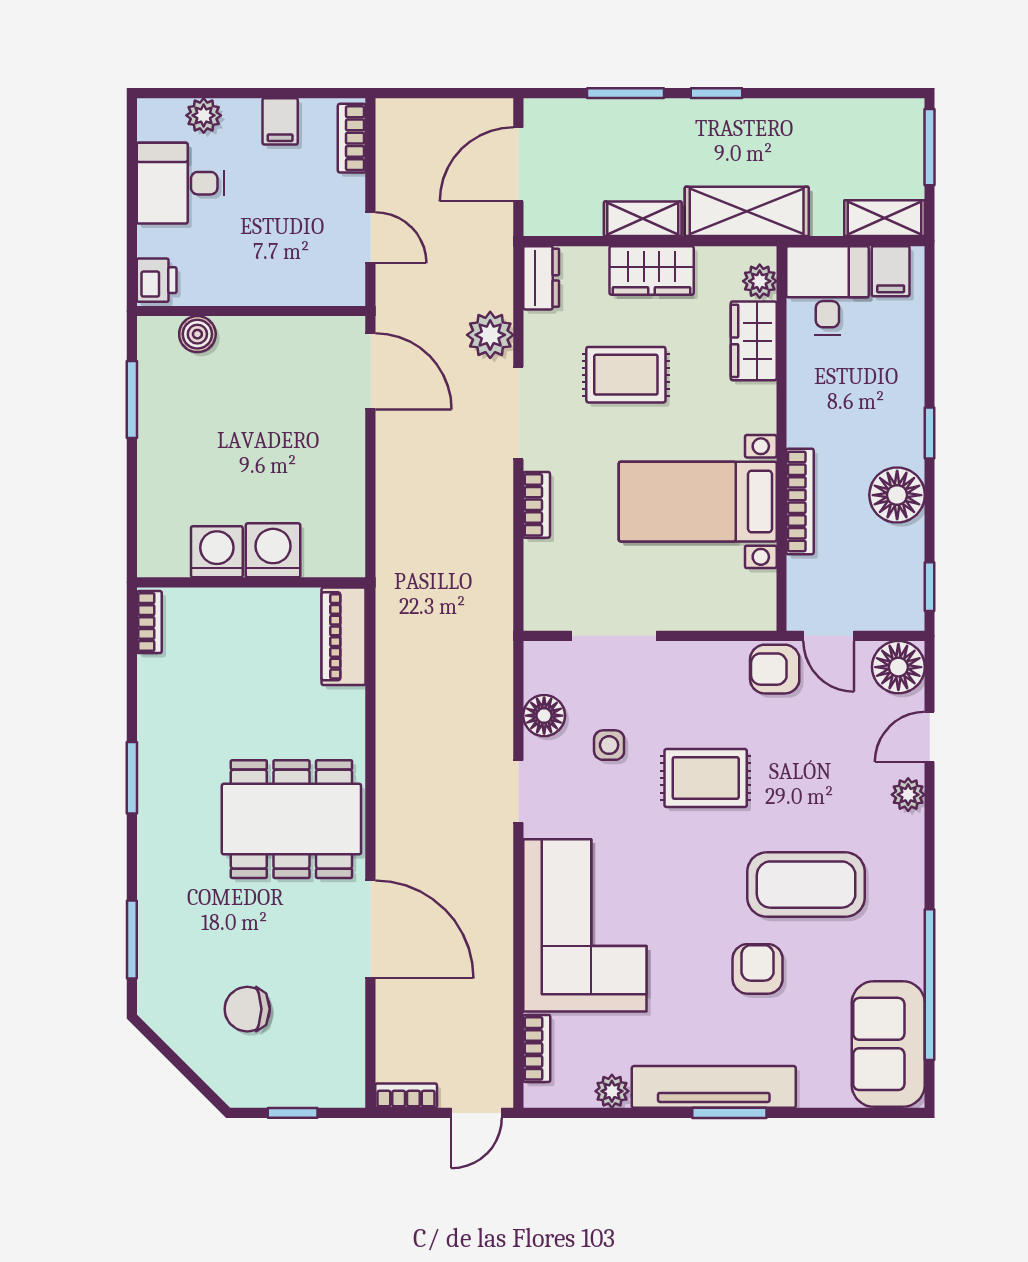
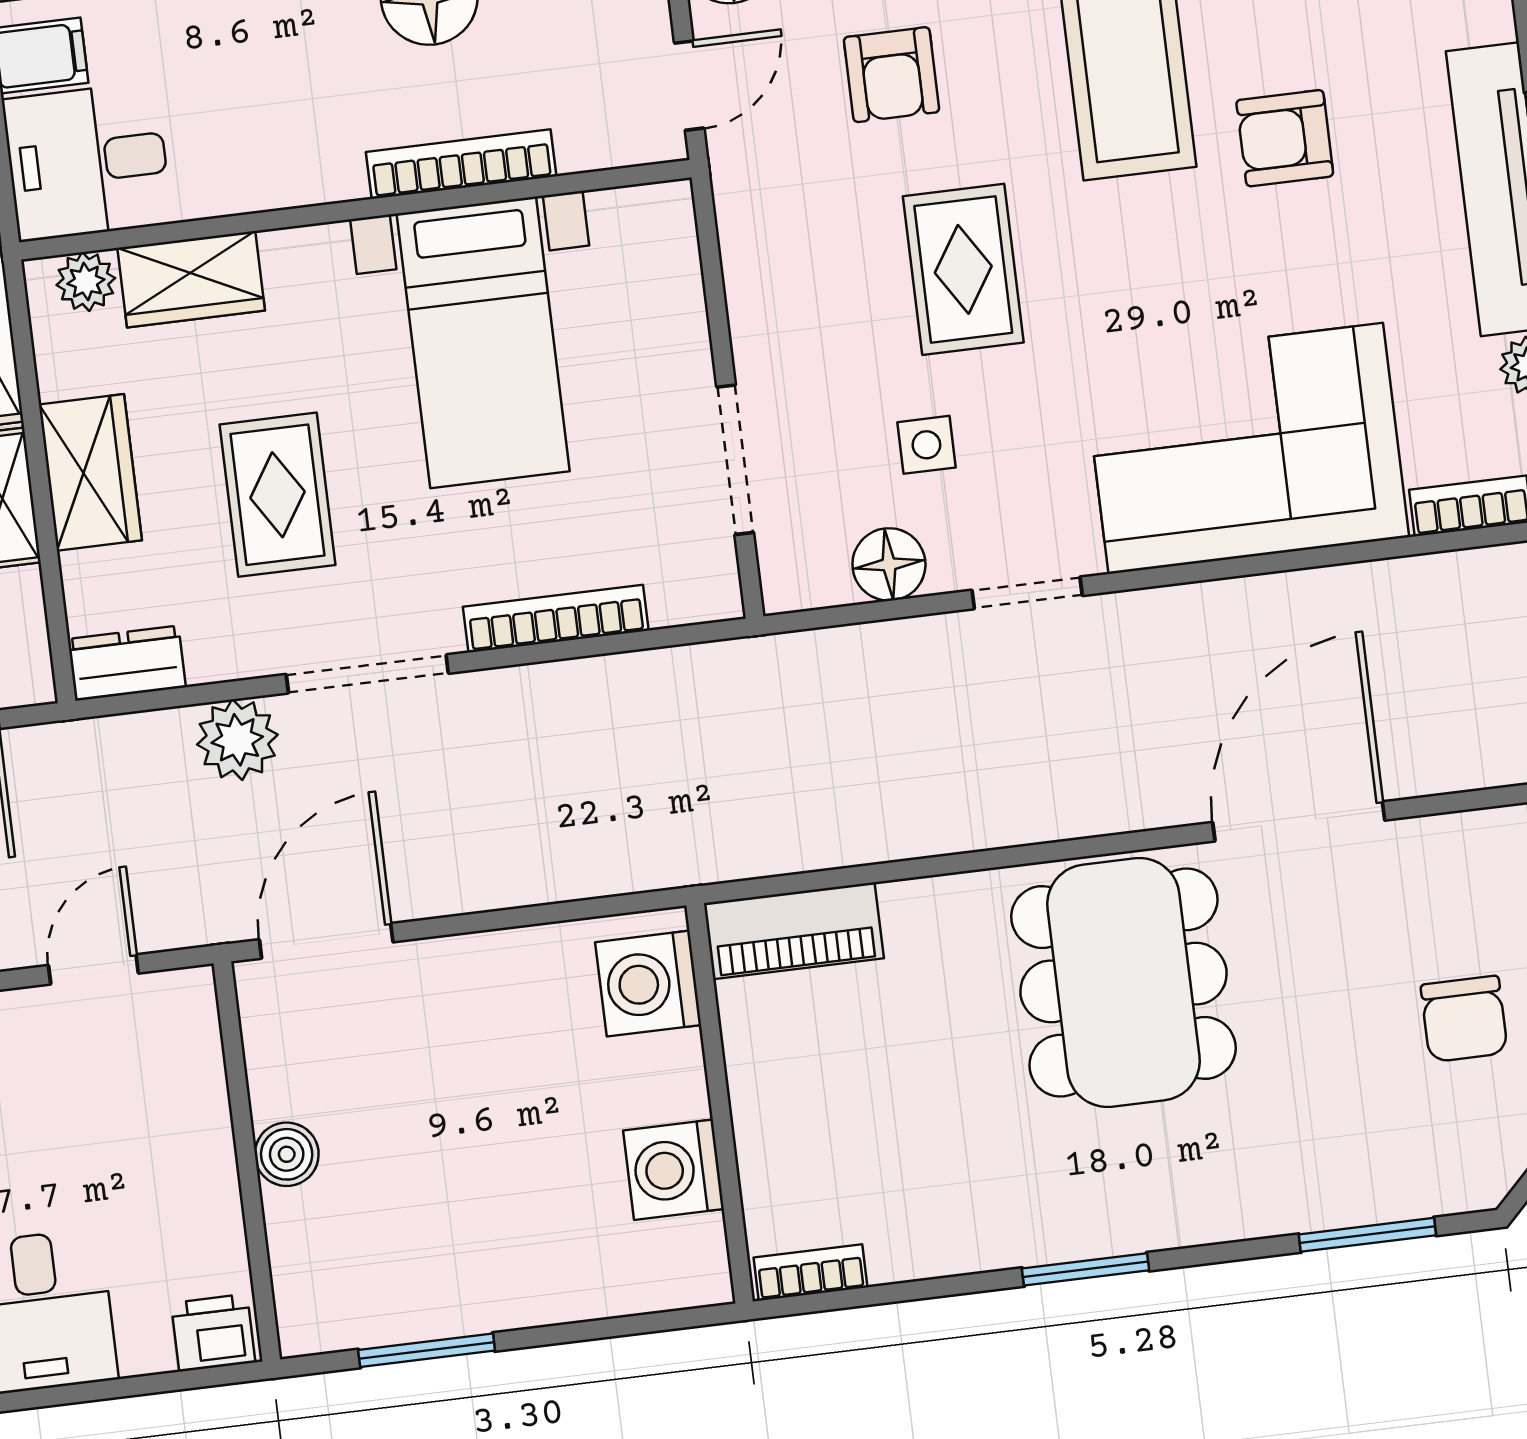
boiler: (197, 334) -> (287, 1154), moved
bookcase: (537, 505) -> (556, 619), width x1.56
washing machine: (273, 550) -> (648, 984), moved
armchair: (775, 669) -> (892, 75), moved

